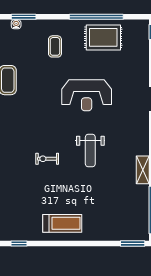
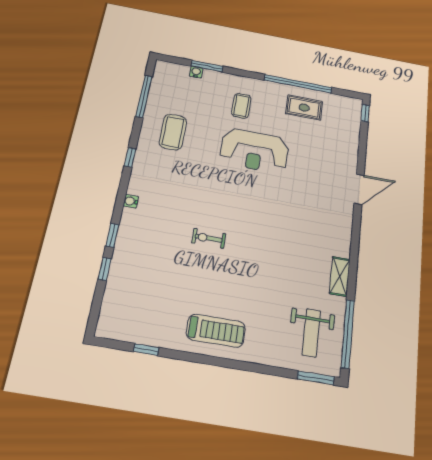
rug: (103, 37) -> (304, 108), width x0.73, depth x0.70
reception desk: (87, 95) -> (254, 151), moved
weight bench: (90, 151) -> (311, 333), moved

